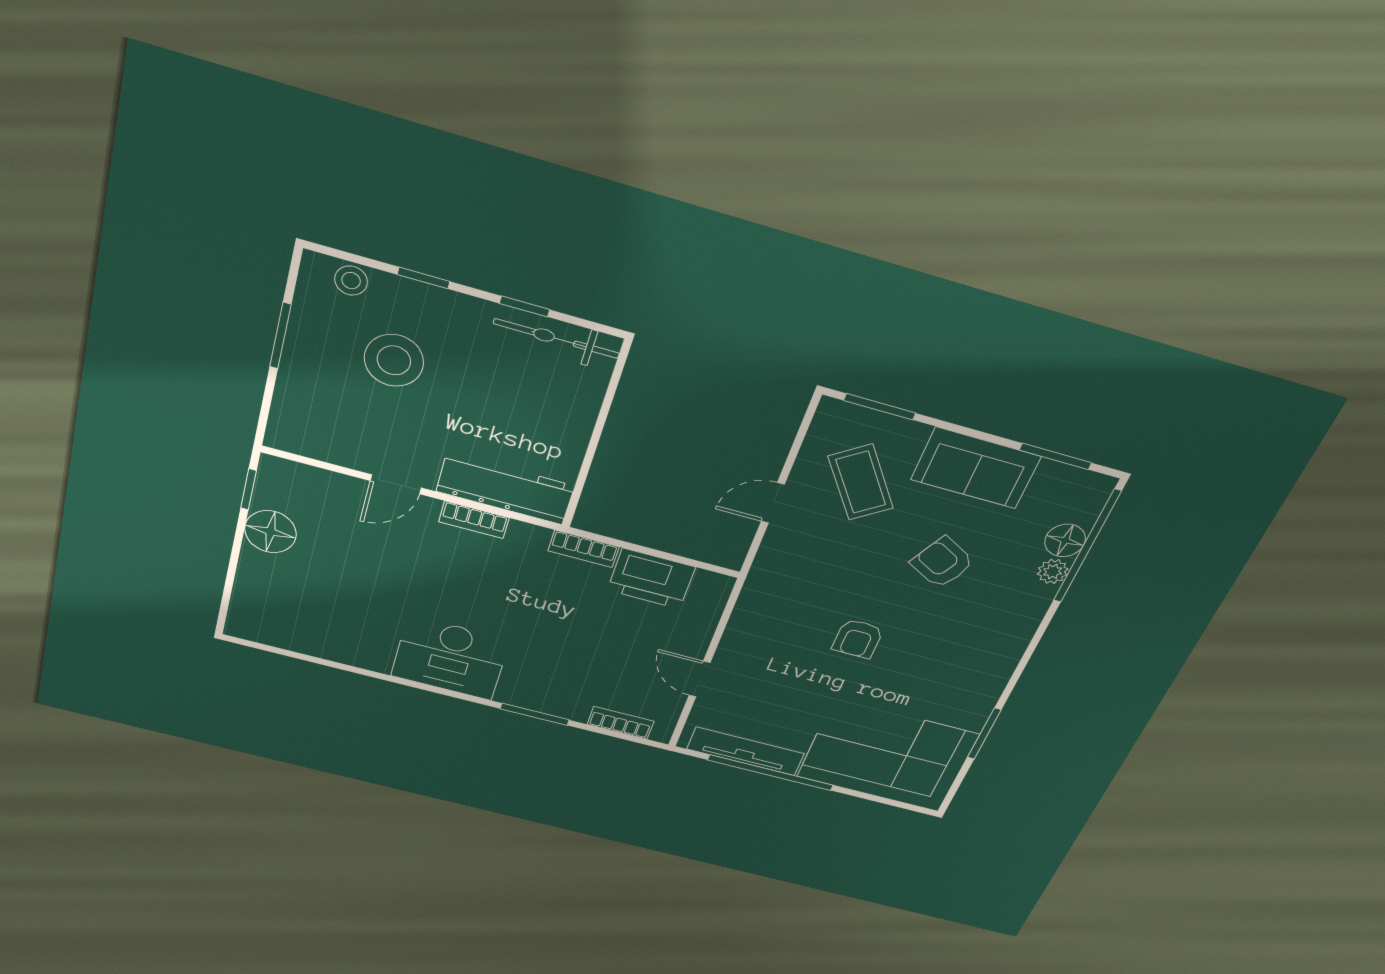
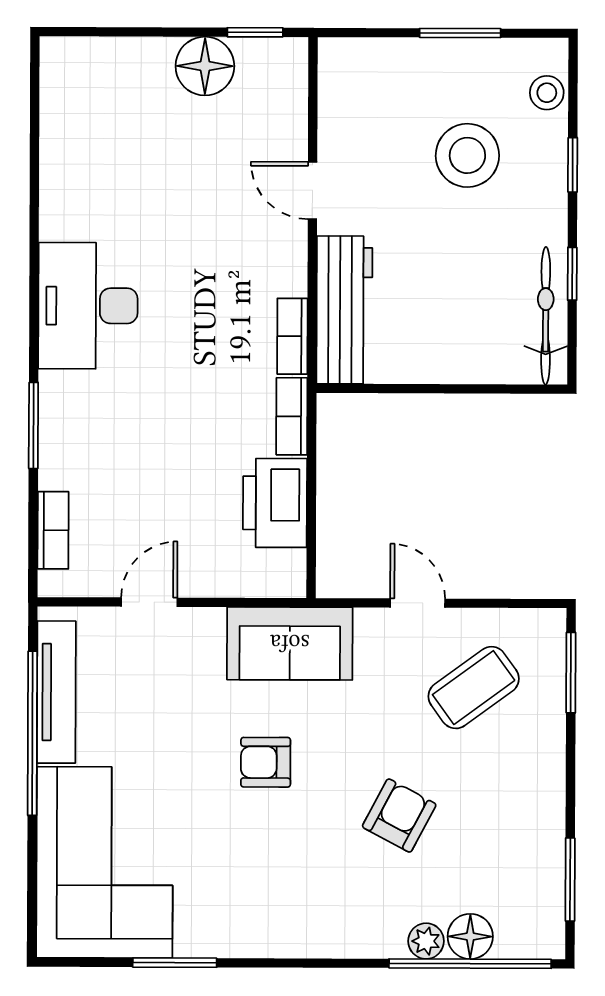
sofa: (976, 468) -> (290, 643), moved, turned -90
bookcase: (474, 520) -> (292, 336), moved

